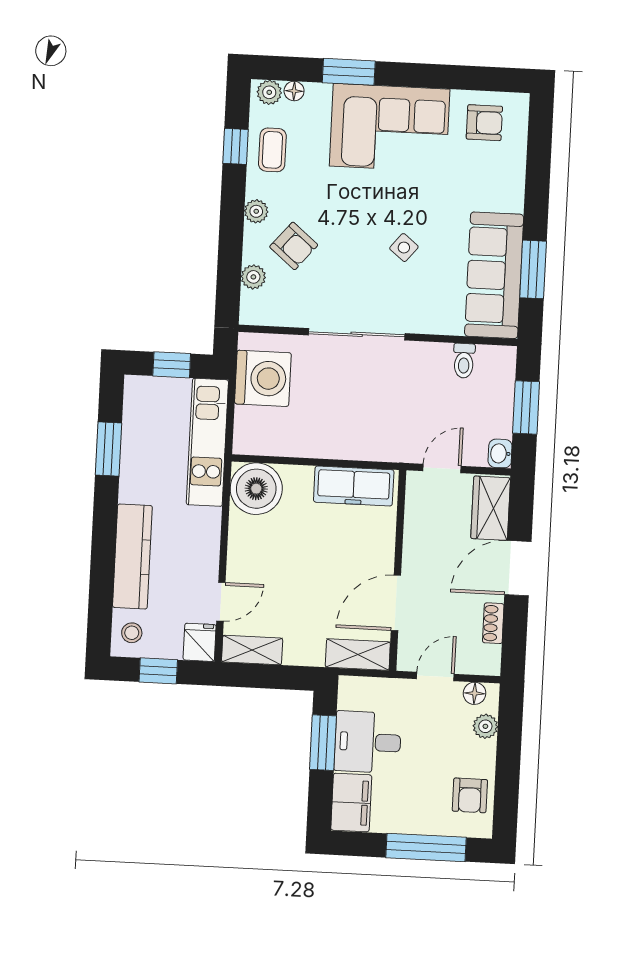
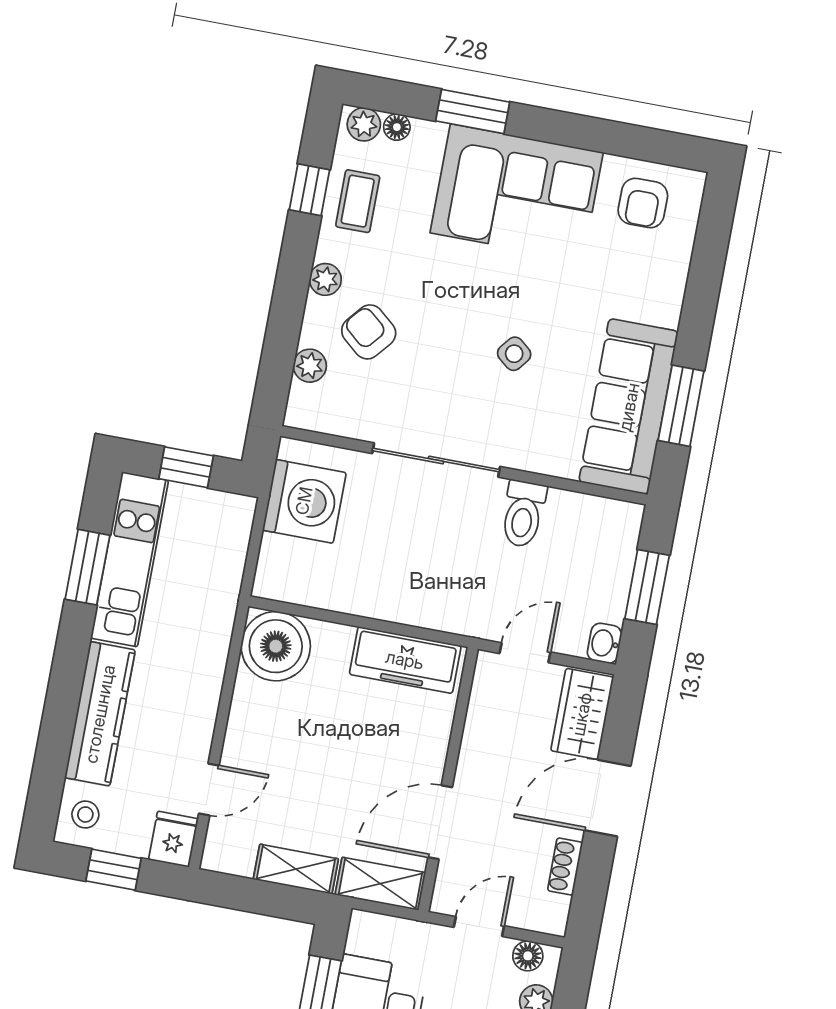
armchair: (484, 123) -> (643, 203), turned 90
armchair: (294, 246) -> (369, 332), turned 180
toilet: (464, 361) -> (523, 514), moved, width x1.37, depth x1.39
kitchen unit: (207, 442) -> (130, 559), moved, turned 180
shelving: (252, 650) -> (296, 869), moved

